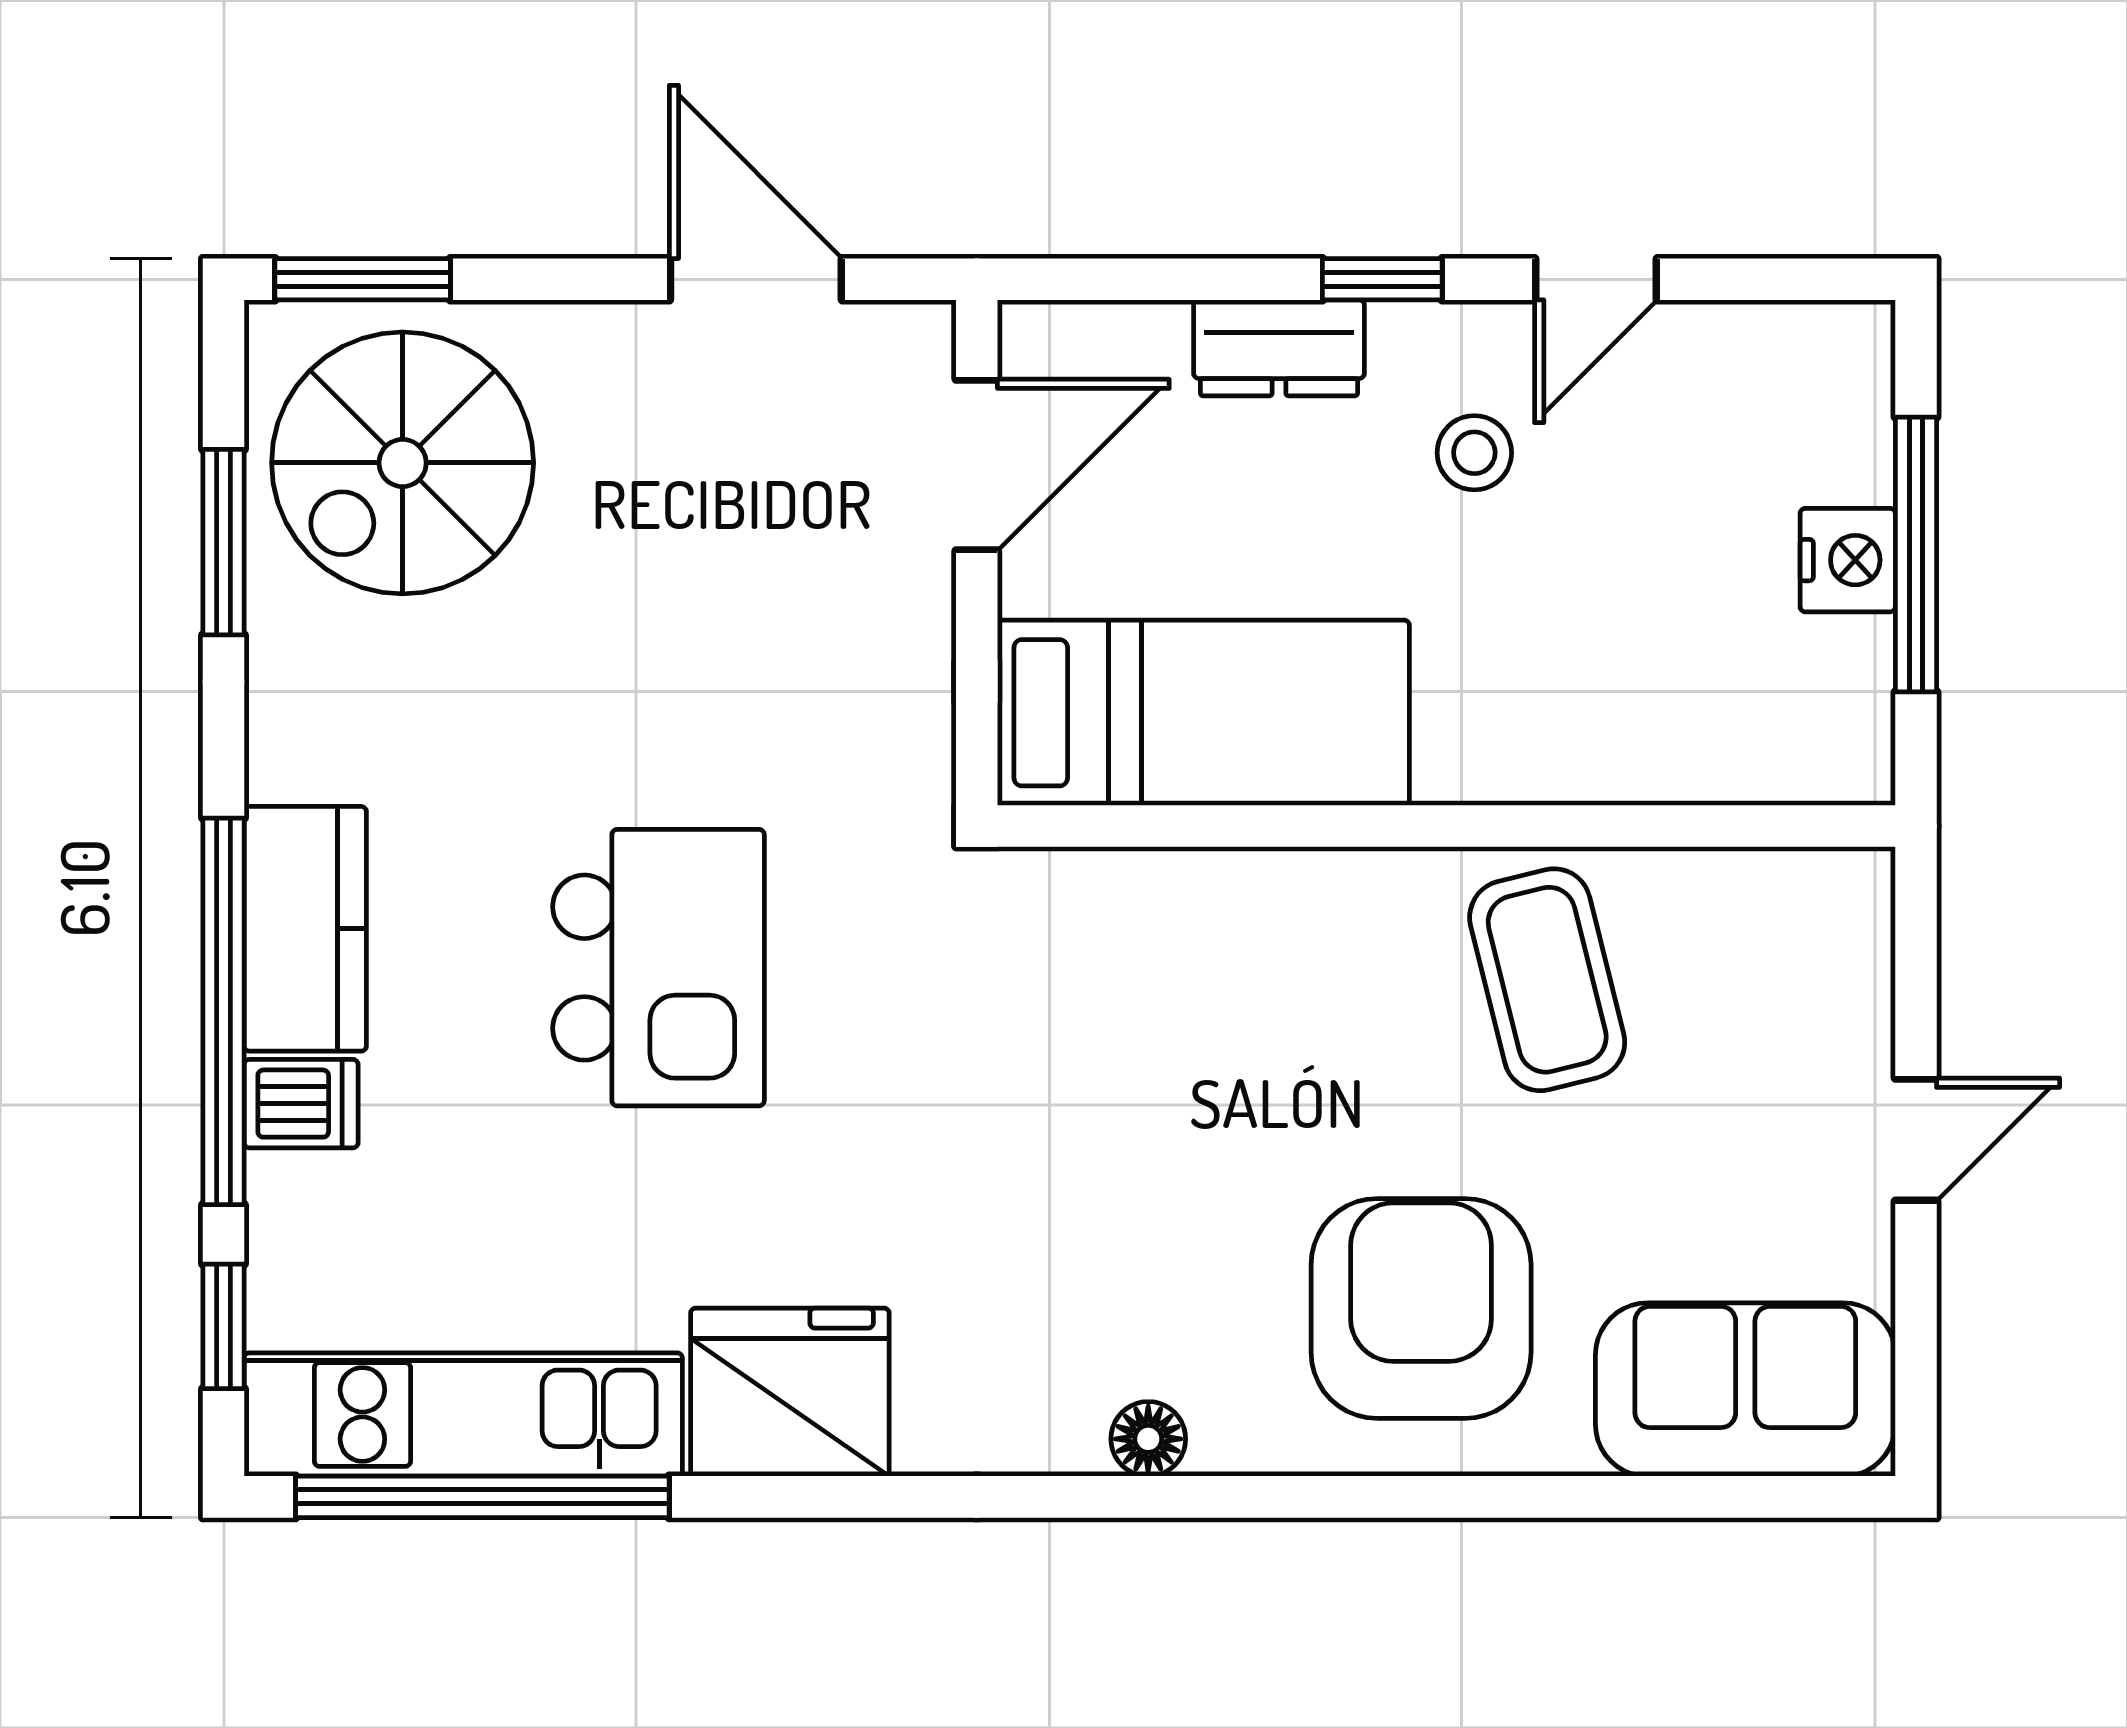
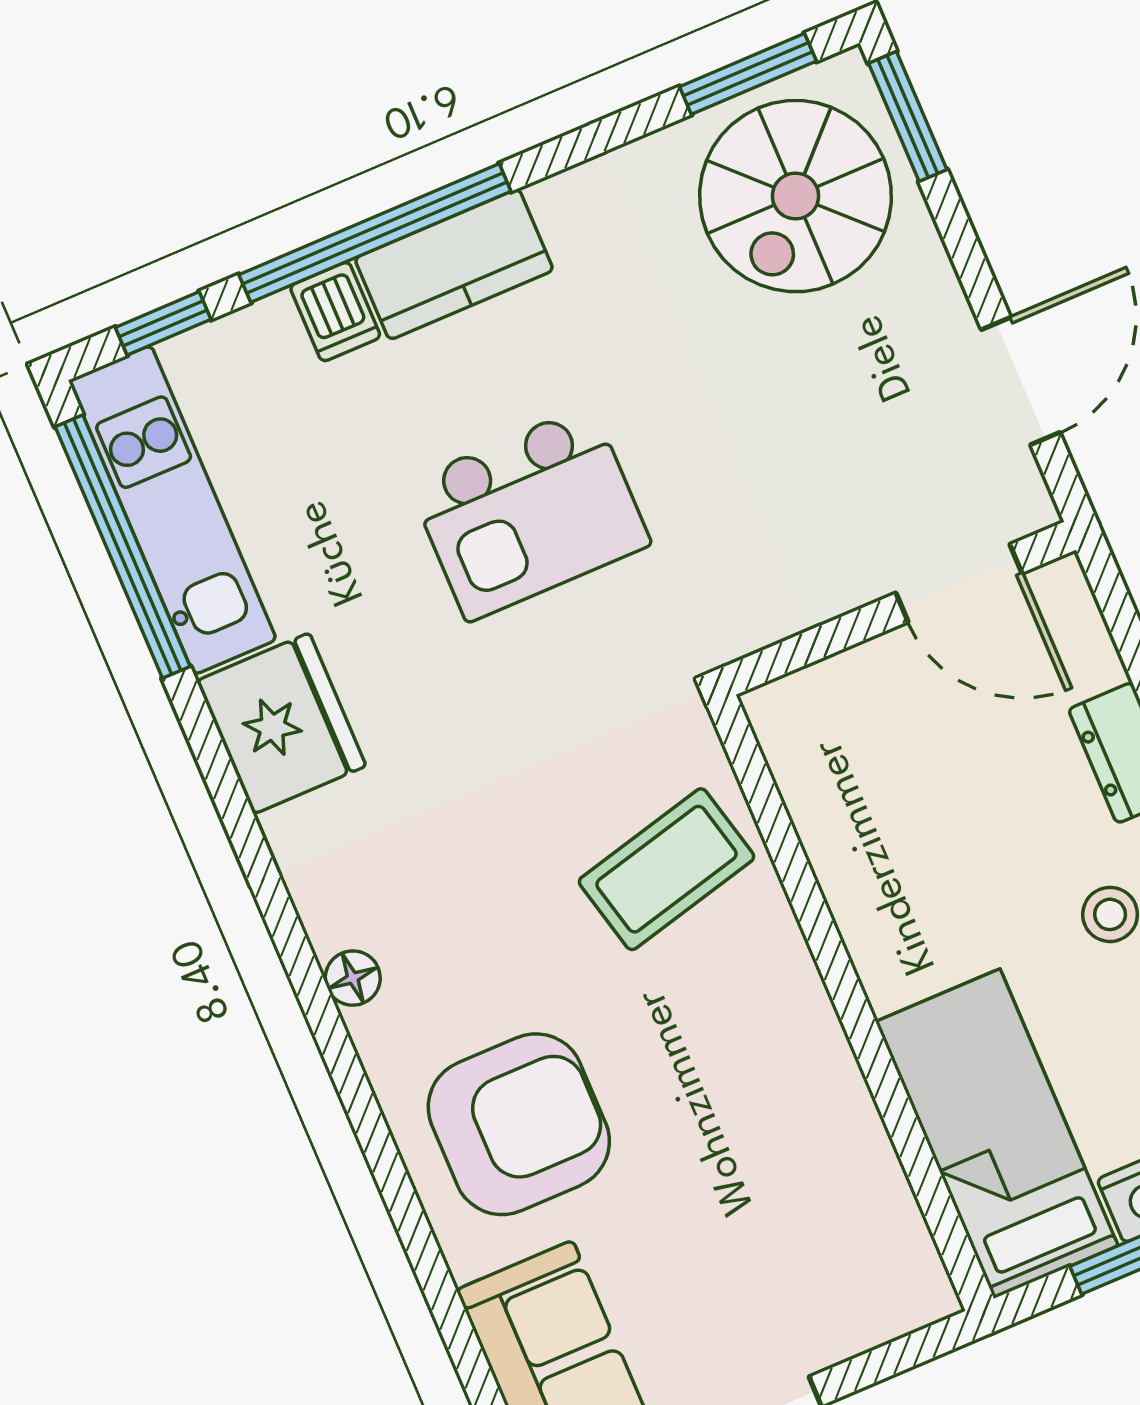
spiral stairs: (403, 463) -> (796, 196), turned -90
window: (224, 542) -> (748, 74), moved
bed: (1203, 713) -> (997, 1134), moved, turned 180
coffee table: (1547, 980) -> (666, 869), moved

